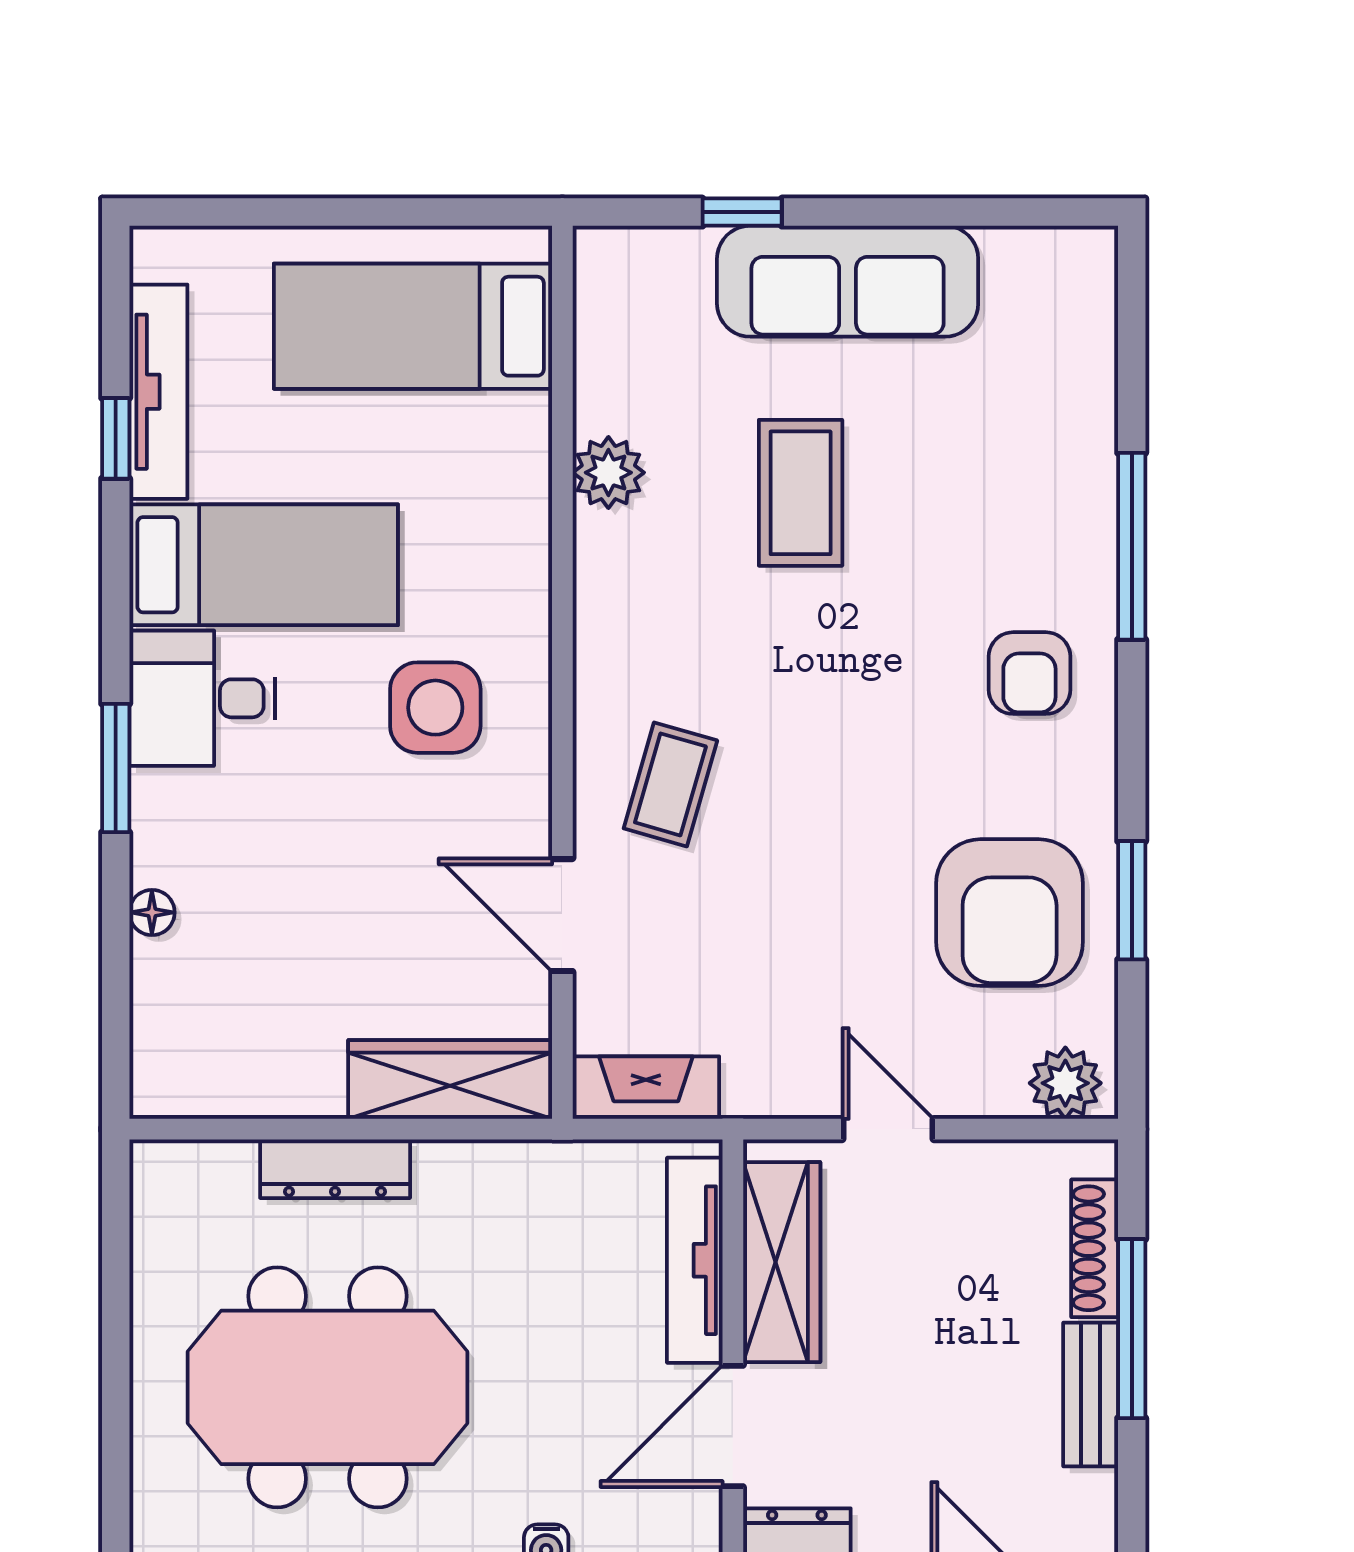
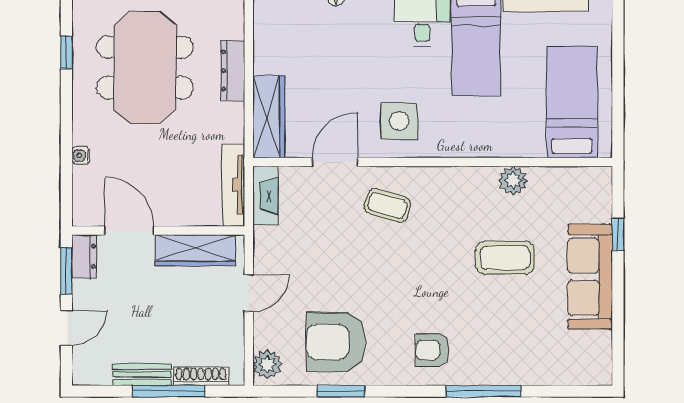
side table: (435, 708) -> (399, 121), moved
tv unit: (695, 1260) -> (233, 185), moved, turned -90

